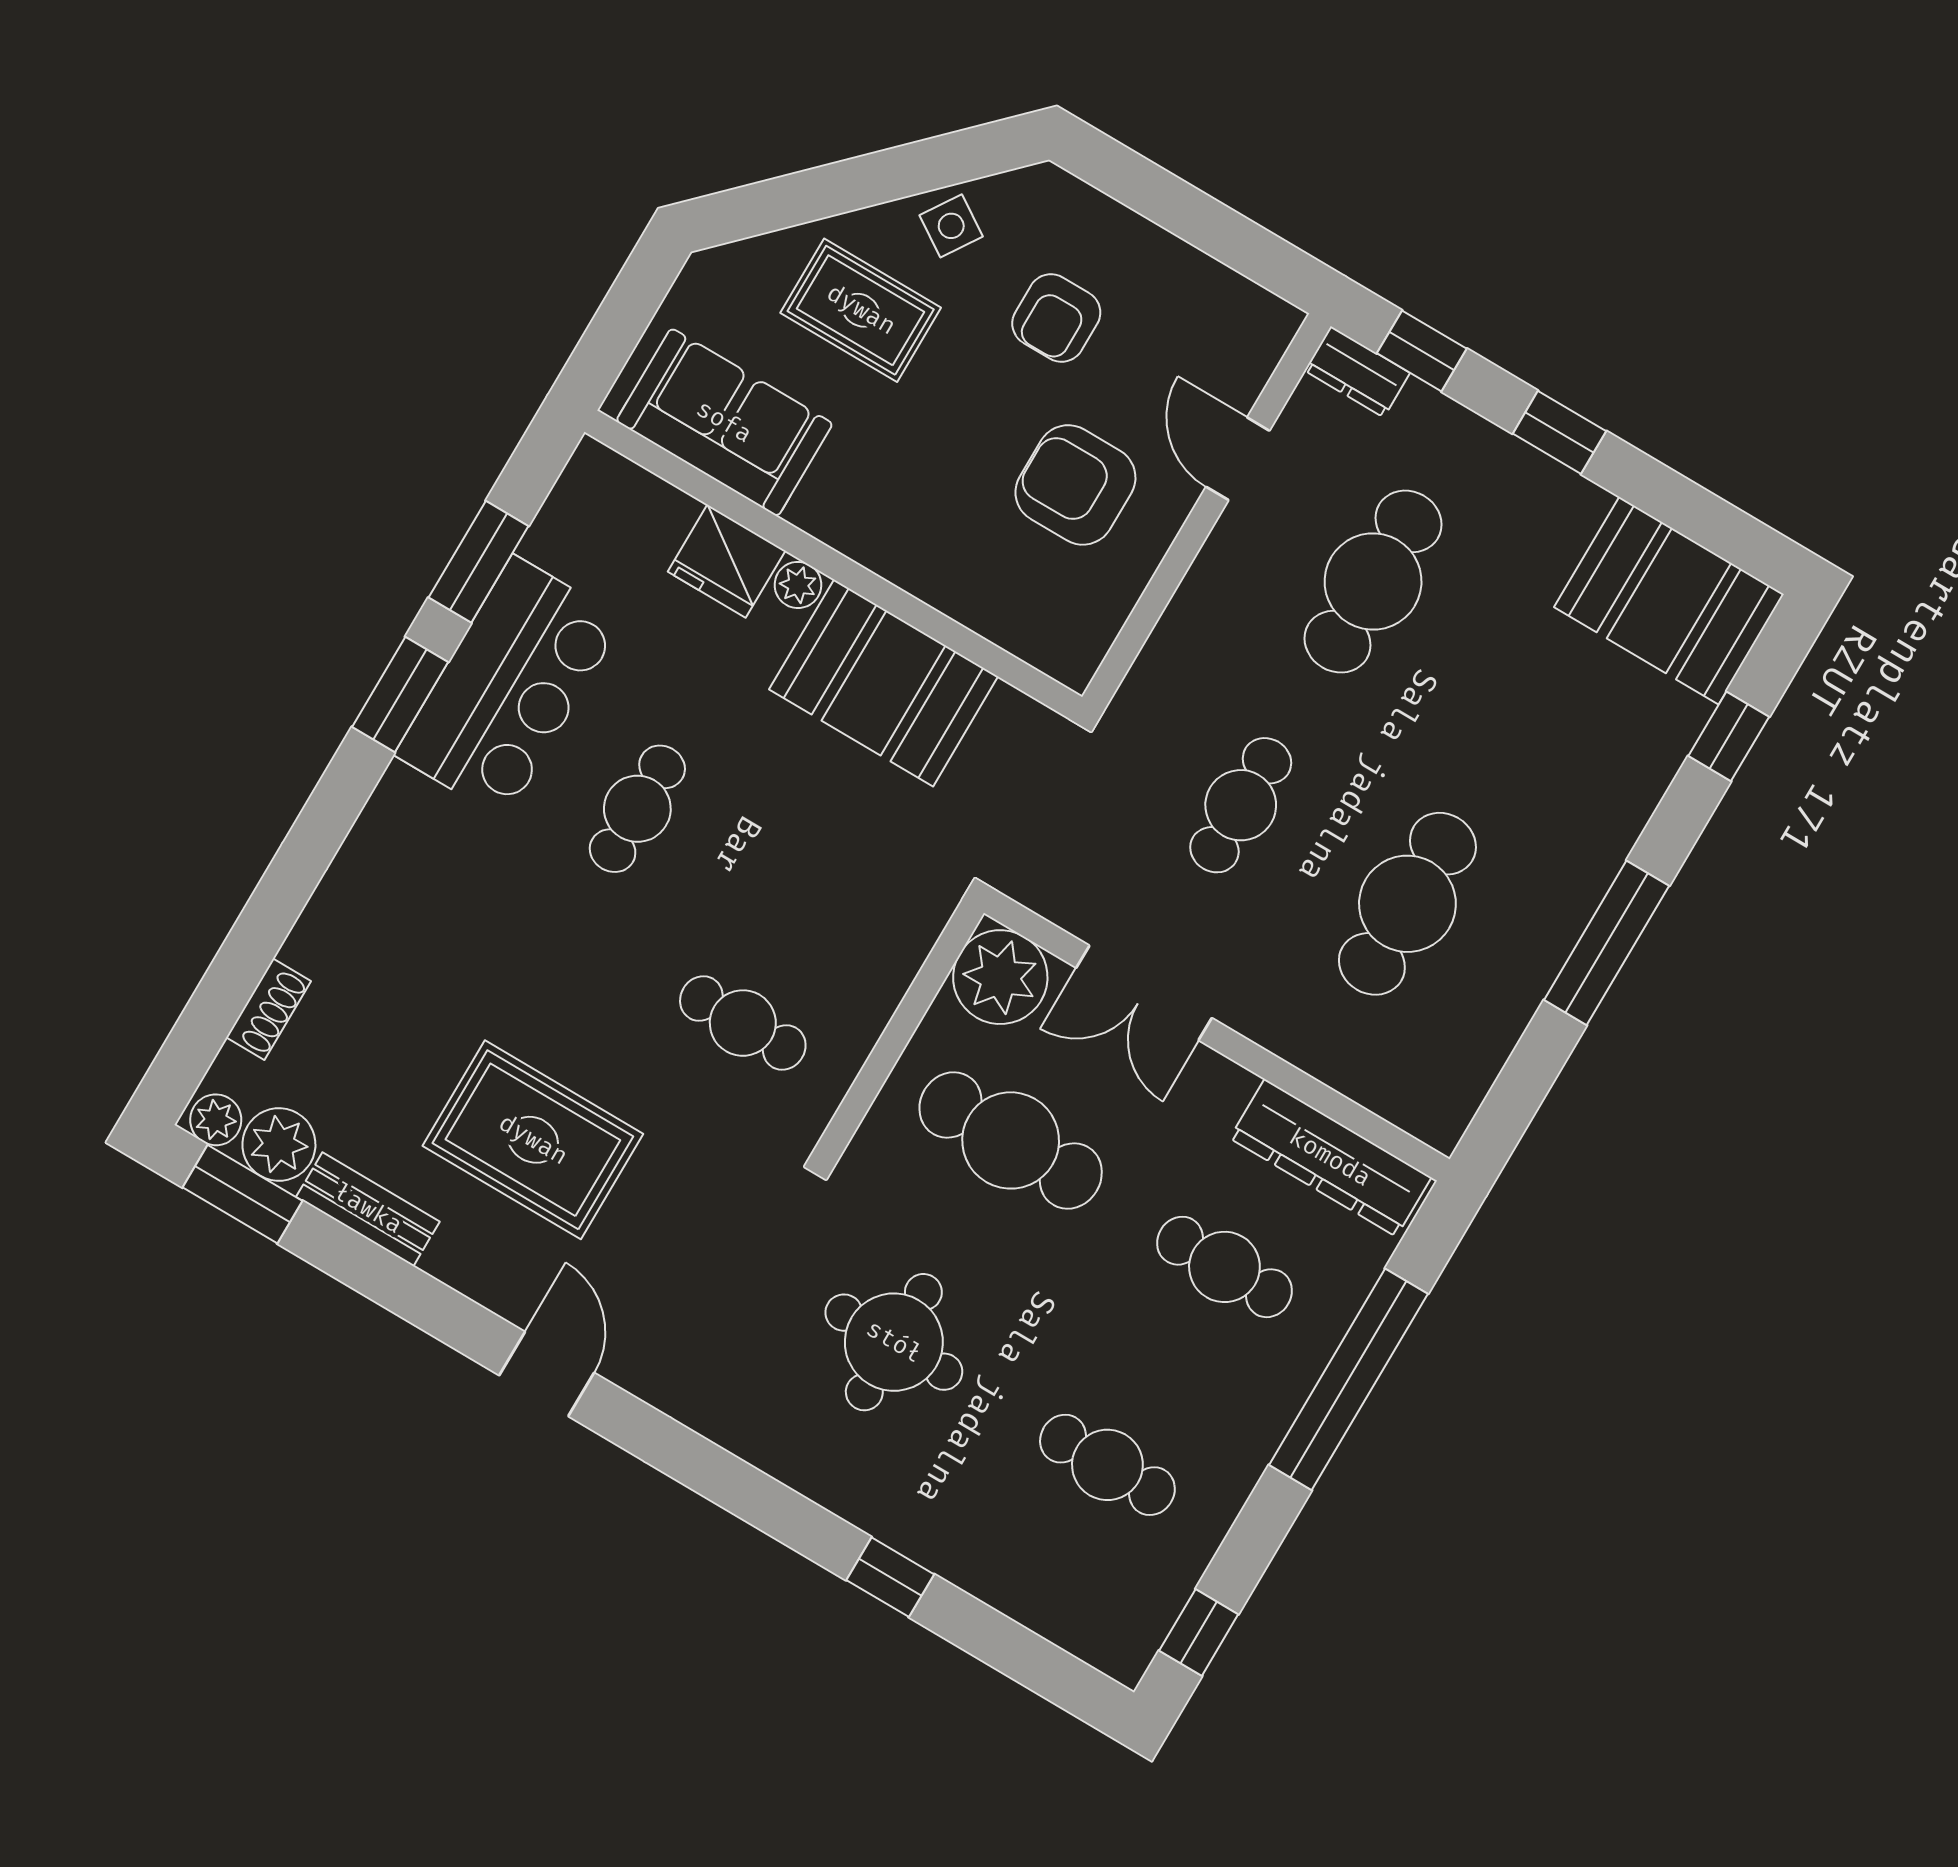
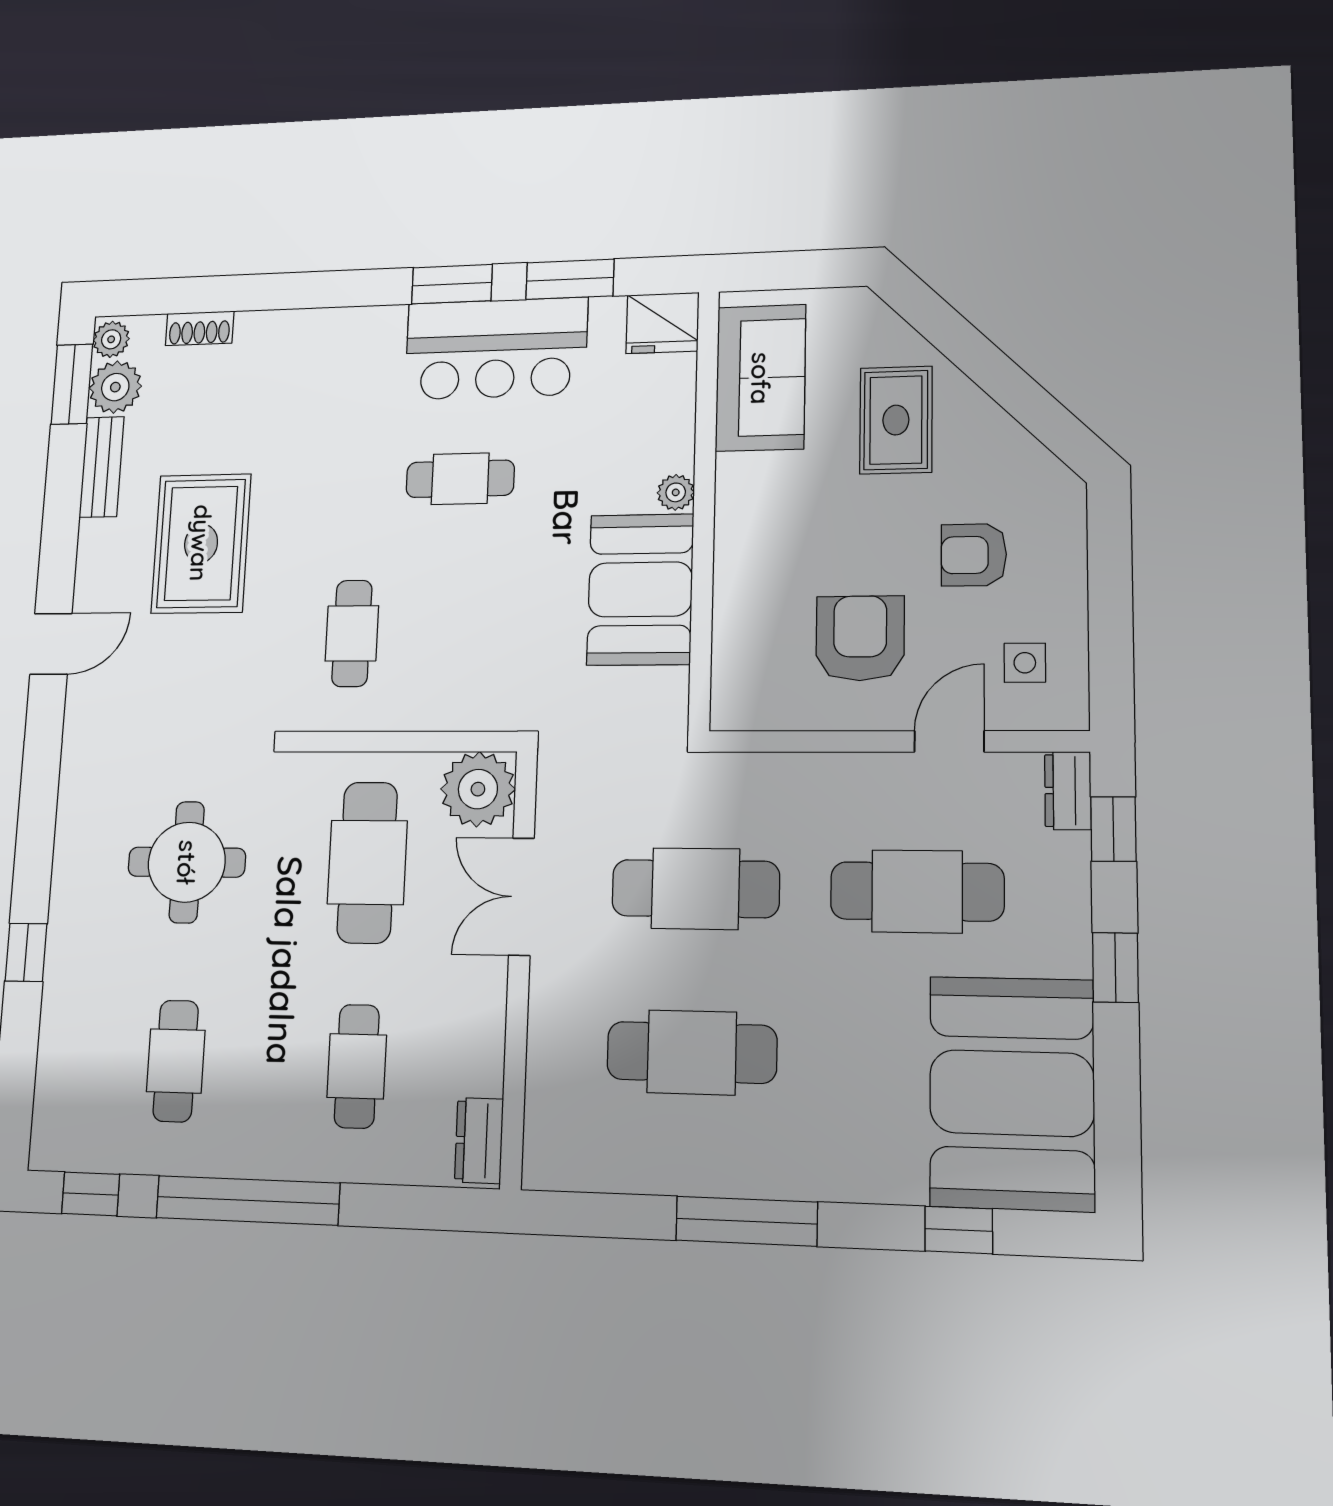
side table: (951, 226) -> (1025, 663), moved, turned -33
fridge: (727, 561) -> (662, 323), moved, turned -90
booth: (1669, 601) -> (1012, 1093), width x1.36, depth x1.42
cafe table: (1241, 805) -> (695, 889), width x1.37, depth x1.35
dresser: (1330, 1158) -> (479, 1141), width x0.51, depth x0.80
window: (1348, 1379) -> (248, 1200), moved

